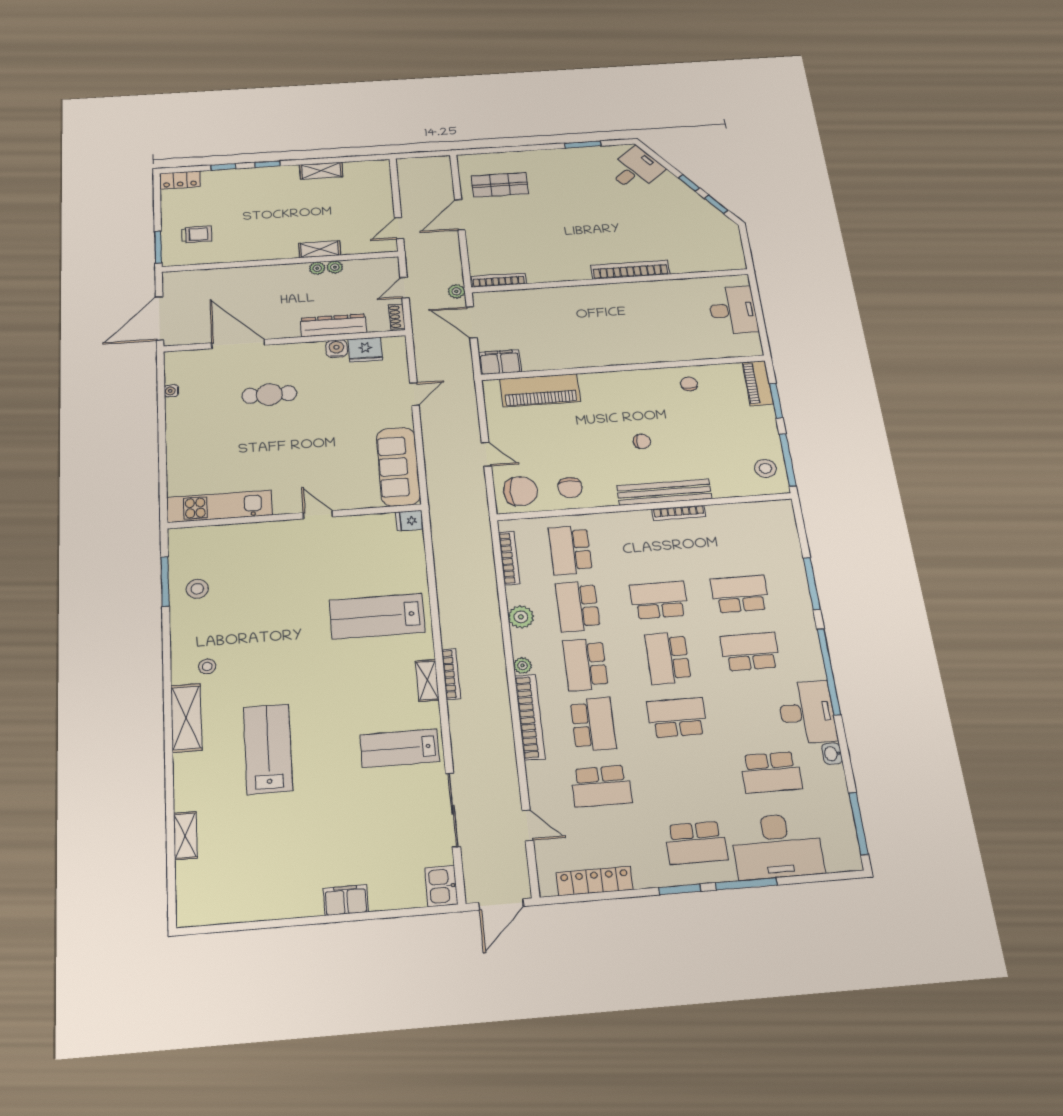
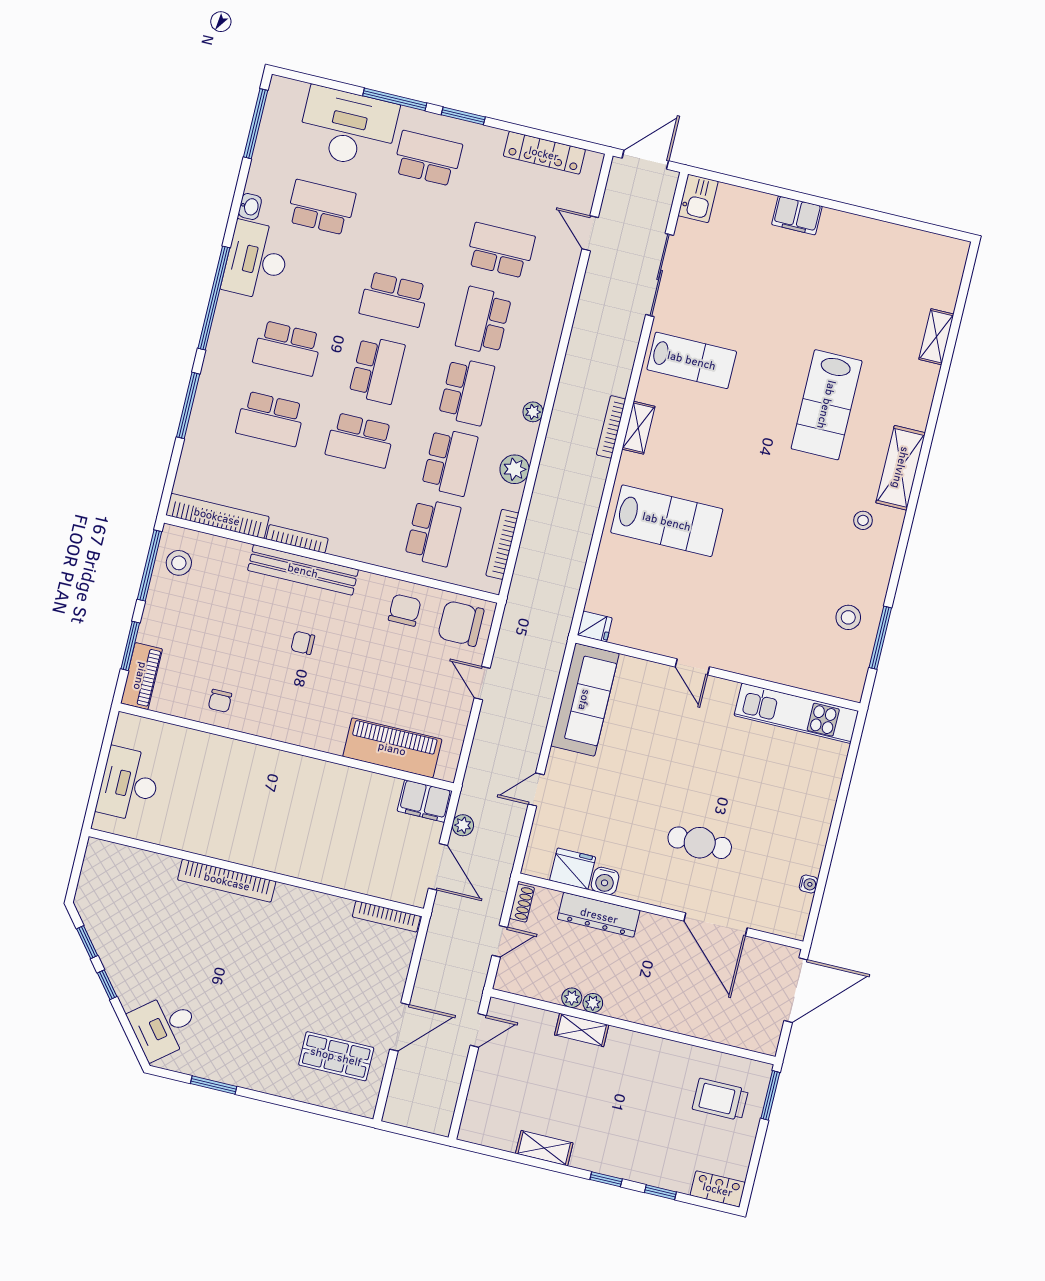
trolley: (196, 234) -> (720, 1099), width x1.36, depth x1.39
plant: (456, 291) -> (463, 825), moved
bookcase: (530, 717) -> (217, 516), moved, turned 90

